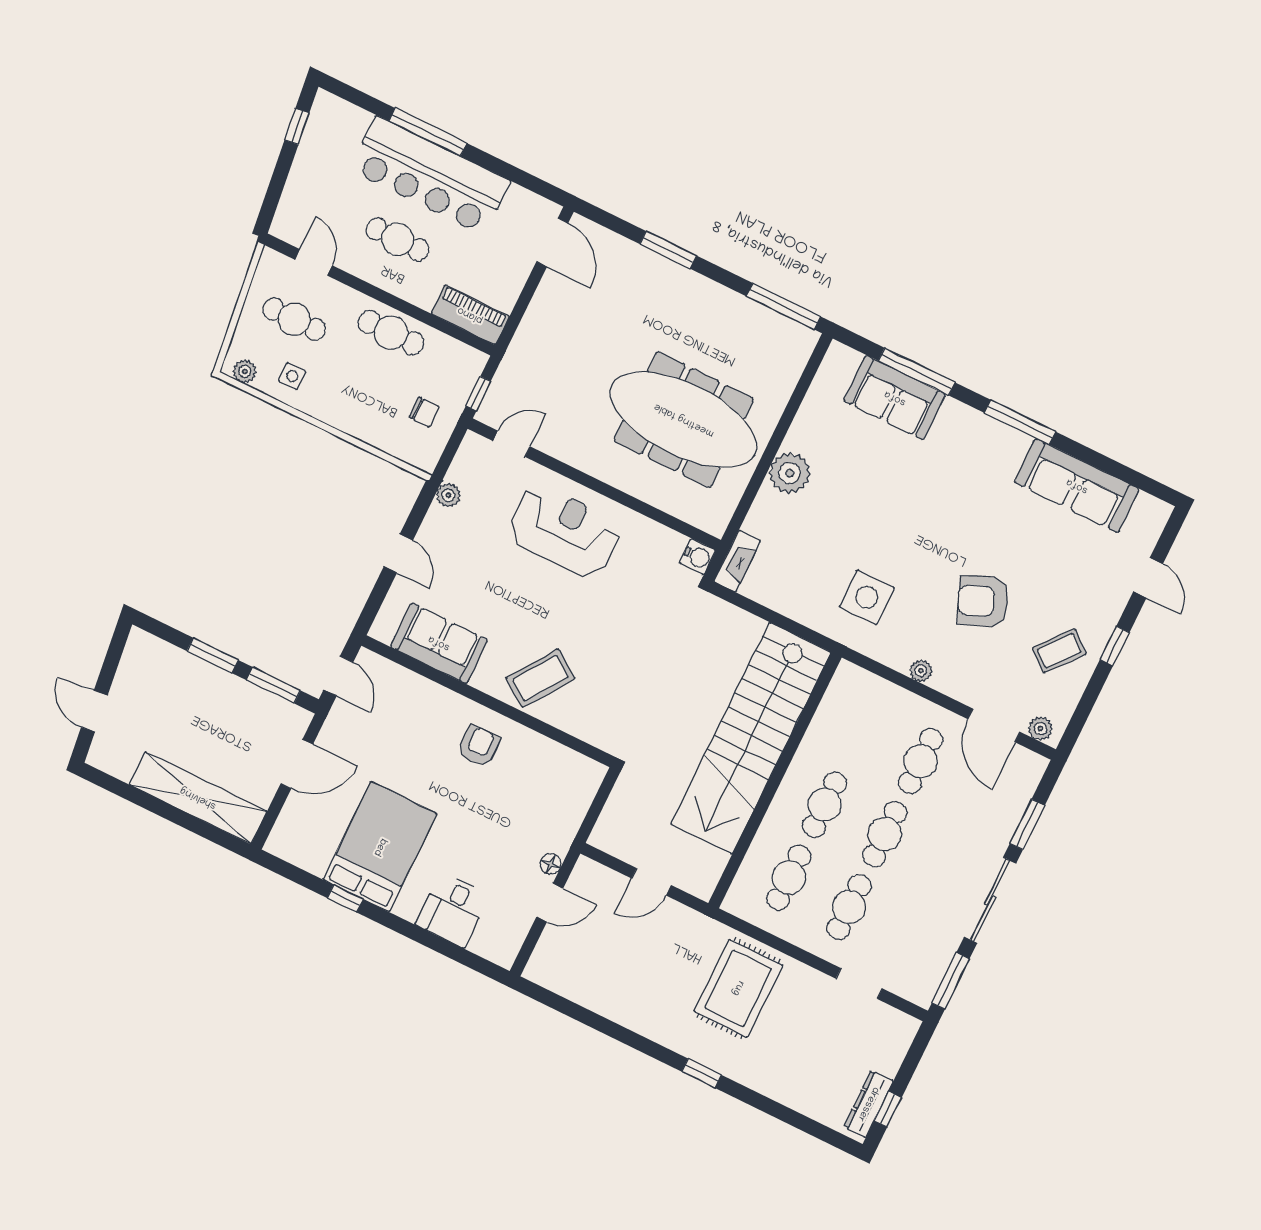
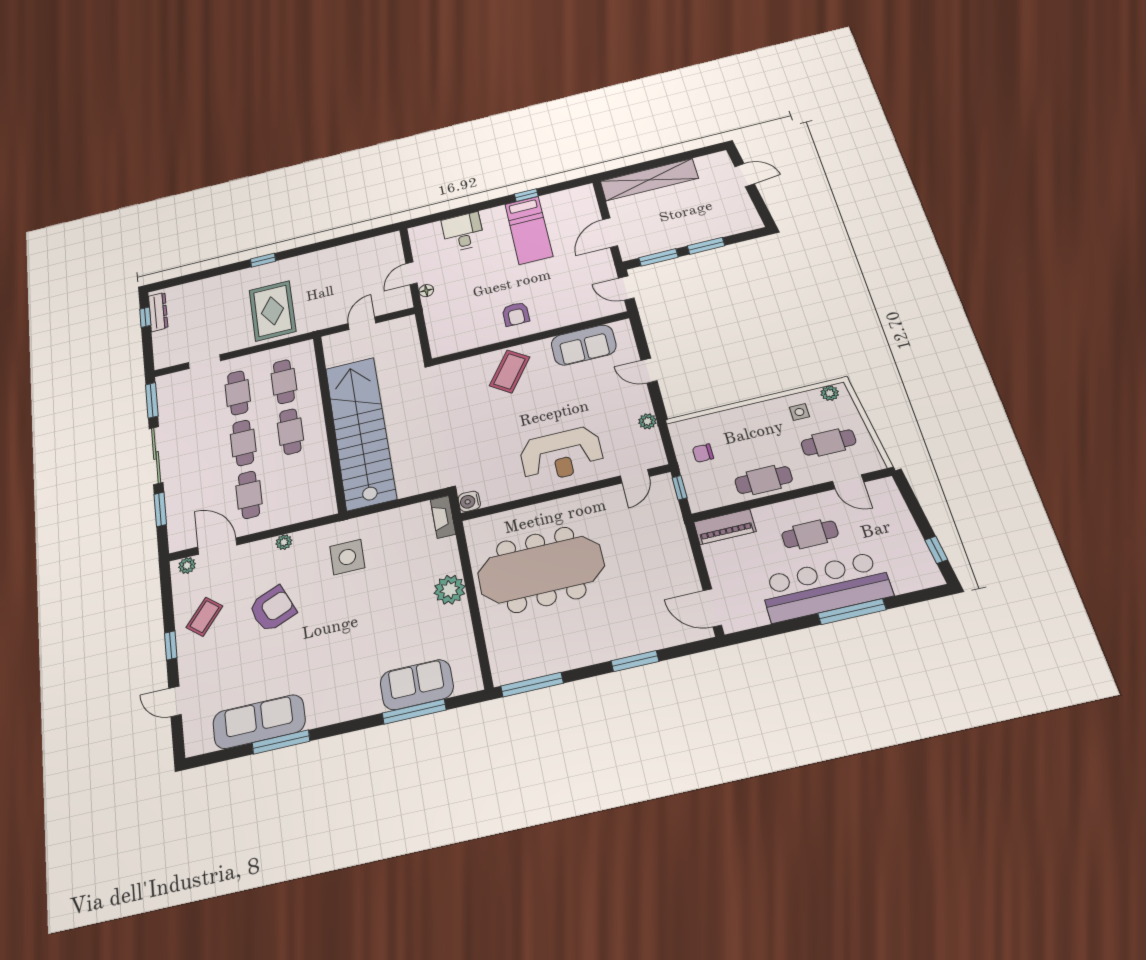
window: (1020, 422) -> (281, 742), moved
bed: (380, 847) -> (529, 230), width x0.67

